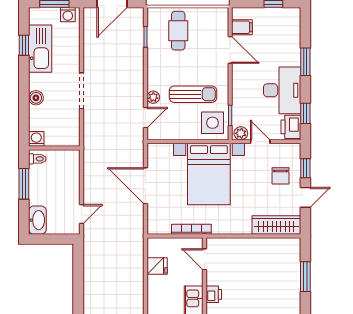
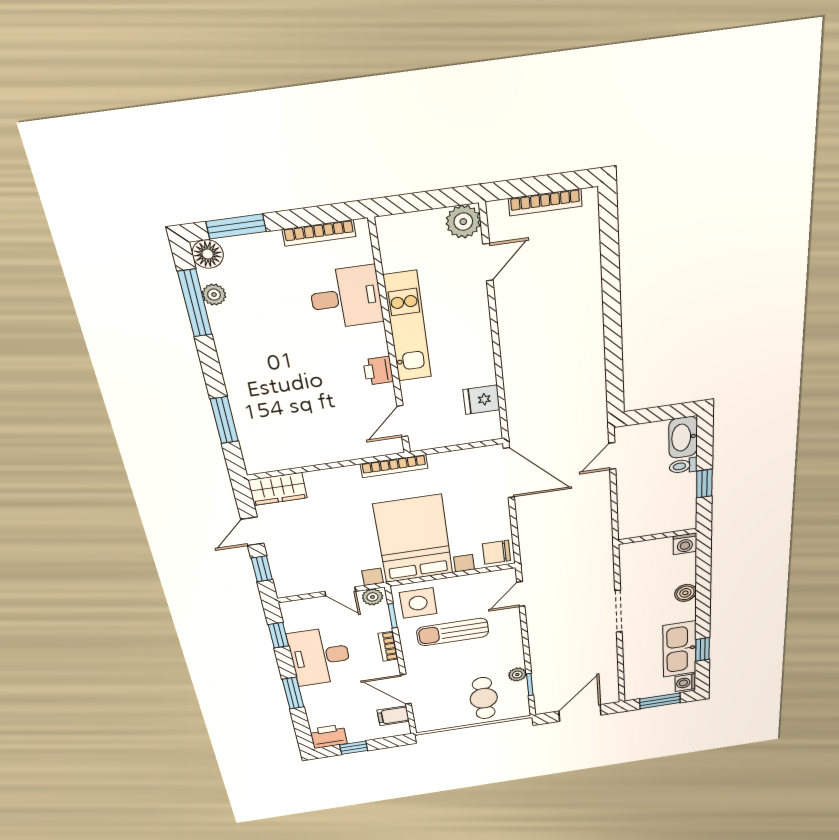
washing machine: (68, 15) -> (685, 683), moved, turned -90
bookcase: (237, 90) -> (388, 646), added
plant: (153, 97) -> (517, 675), moved
printer: (291, 127) -> (328, 736), moved, turned -90
toilet: (37, 159) -> (683, 466), moved
chair: (281, 176) -> (496, 552), moved, turned -90
window: (24, 184) -> (704, 484), width x0.67
door: (145, 186) -> (509, 473), moved
wardrobe: (276, 225) -> (278, 489), width x0.67
bookcase: (191, 229) -> (394, 466), moved
door: (205, 259) -> (402, 421), swing flipped

